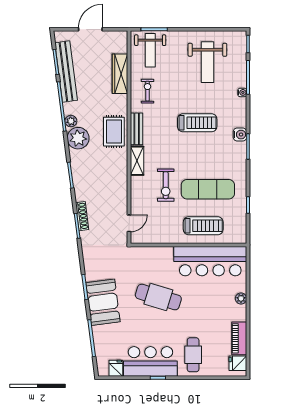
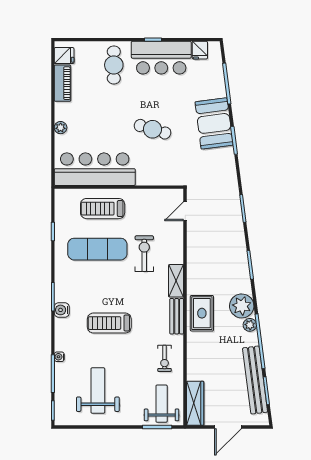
wardrobe: (120, 74) -> (195, 403), moved
shoe rack: (82, 216) -> (237, 219), removed
cafe table: (158, 297) -> (152, 129), width x0.73, depth x0.74

